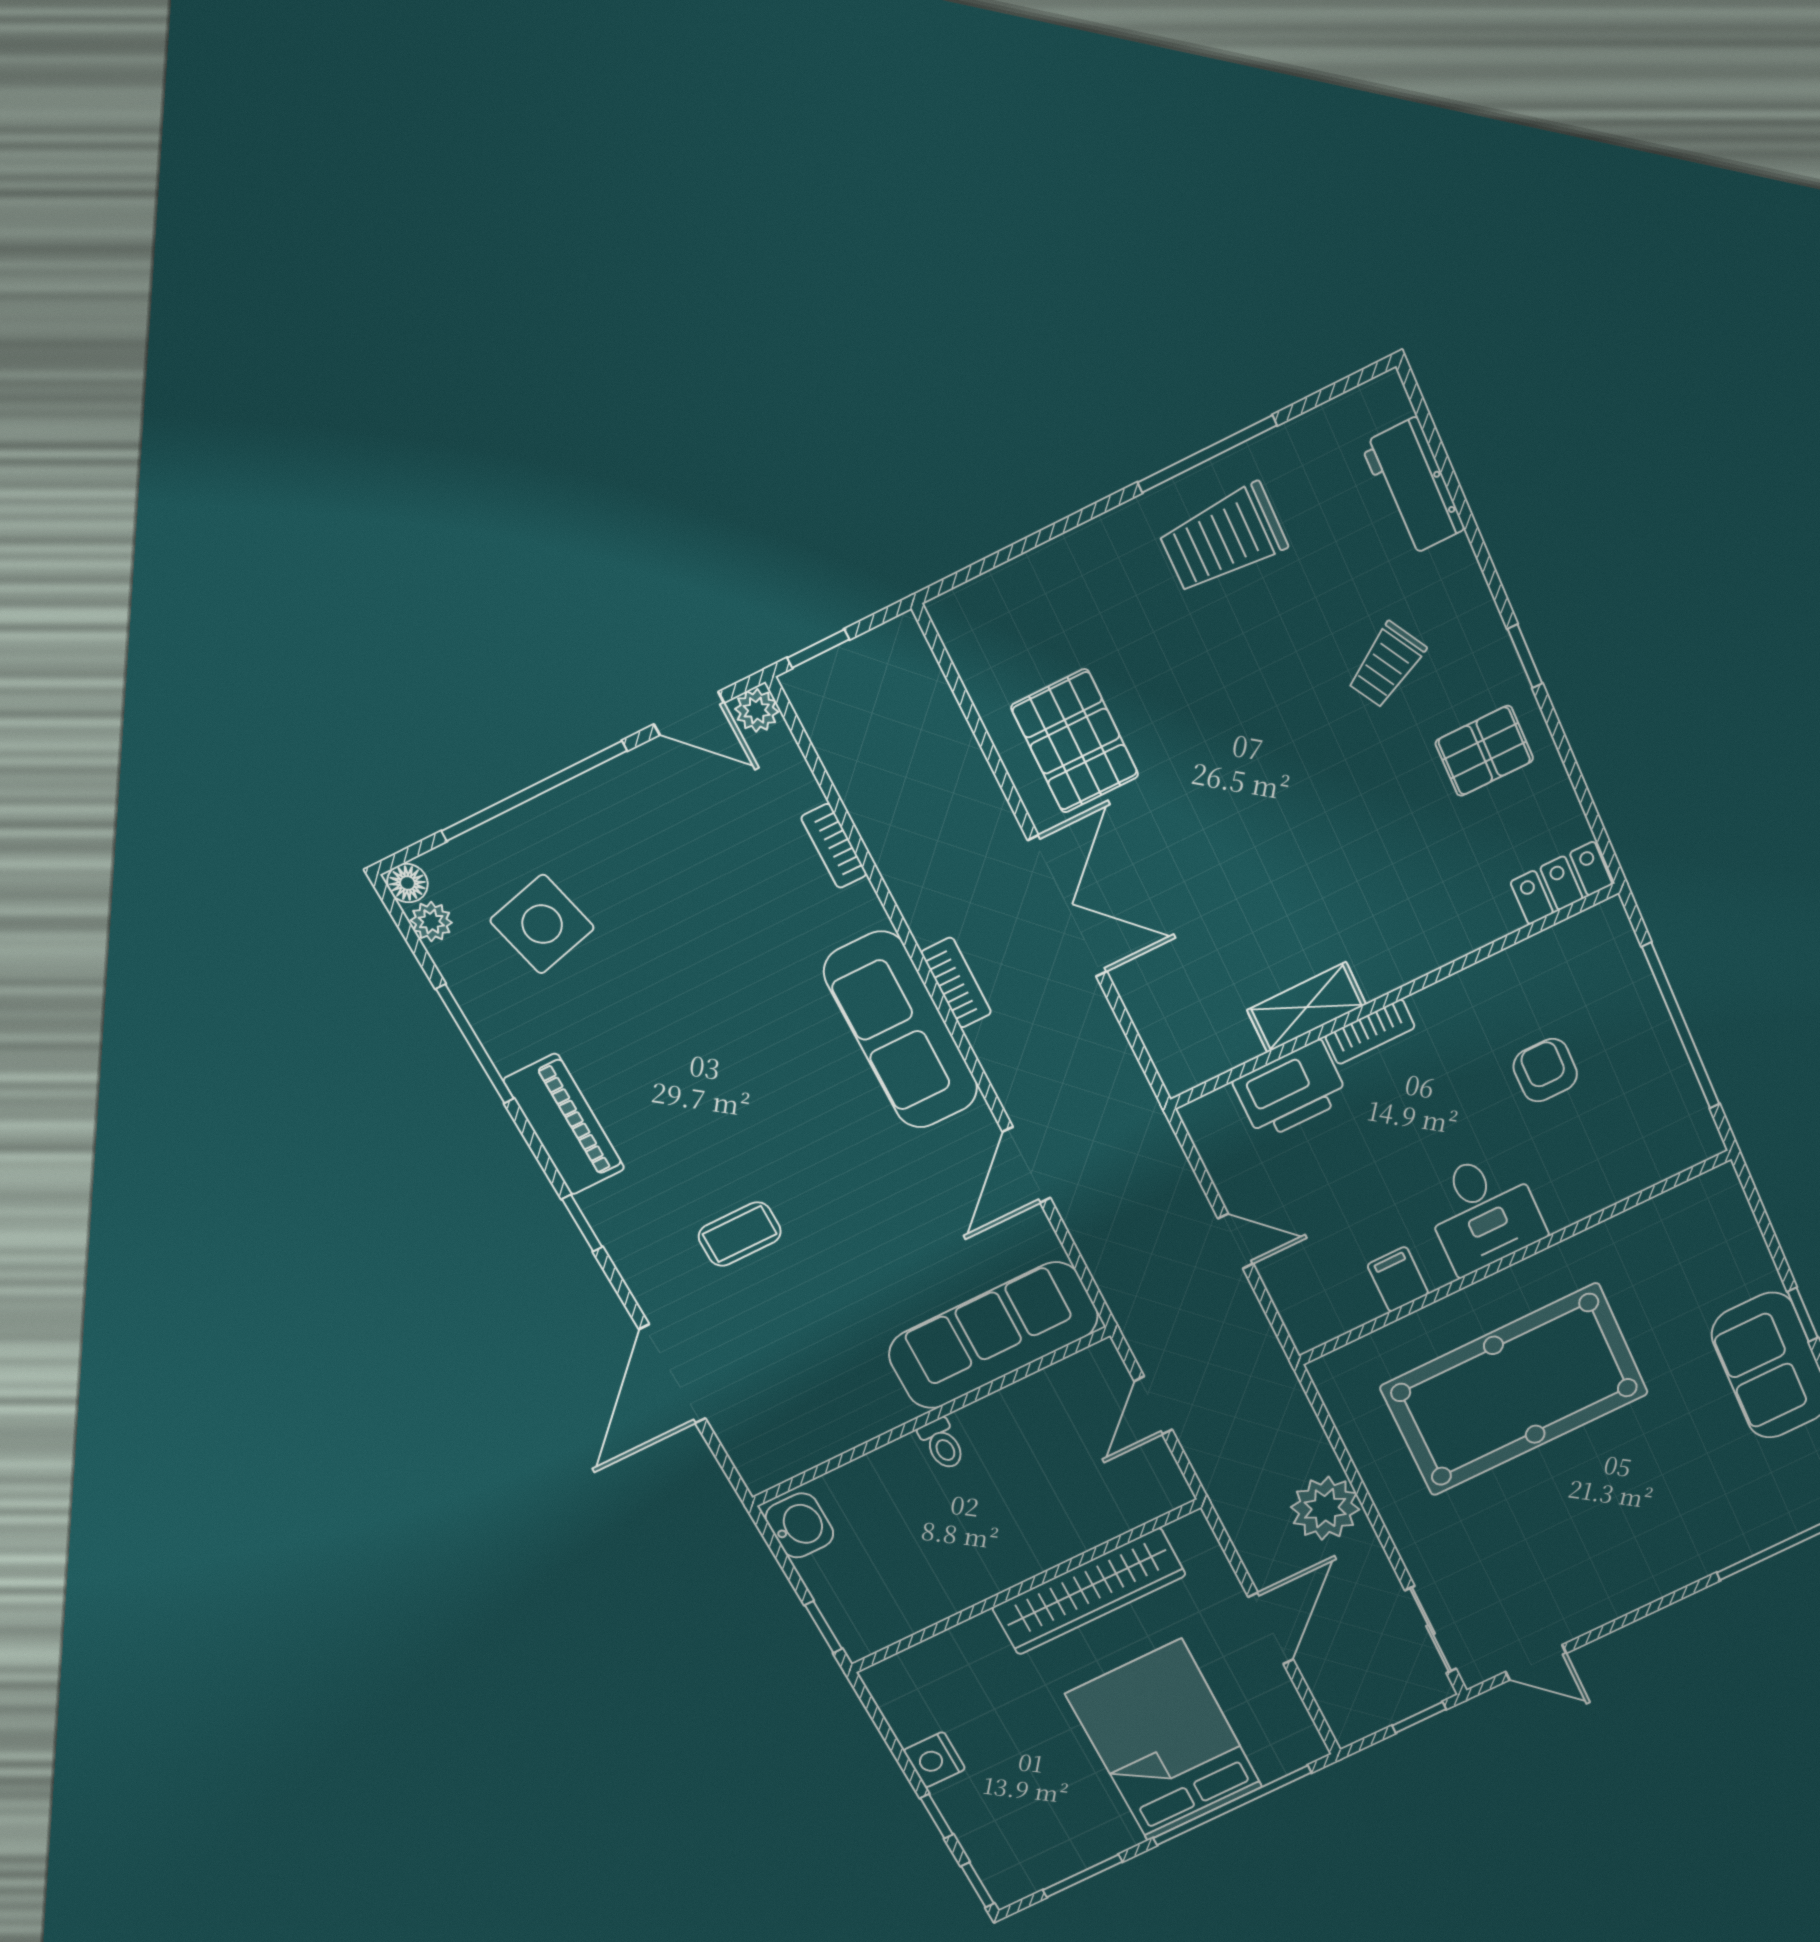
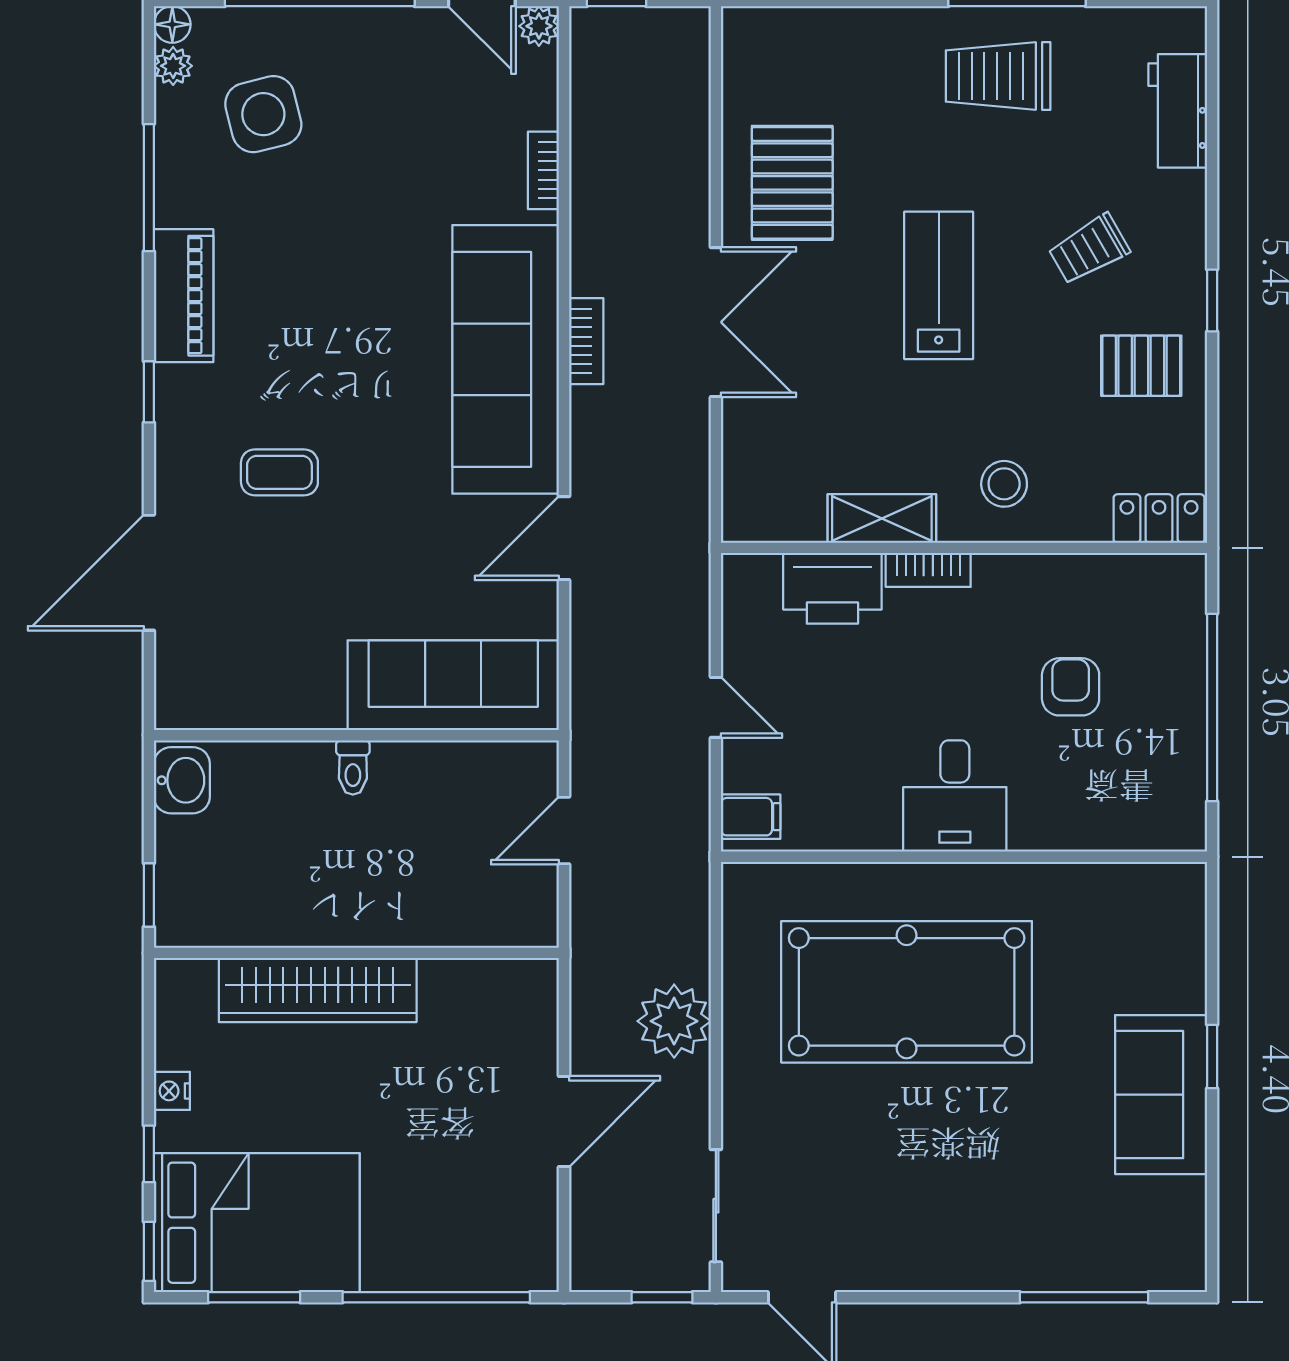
lab bench: (1260, 770) -> (939, 285), added
stool: (1404, 922) -> (1004, 484), added
sofa: (901, 1030) -> (506, 359), width x1.36, depth x1.27
filing cabinet: (1398, 1279) -> (751, 817), moved, turned 90
wardrobe: (1089, 1591) -> (318, 990), moved
bed: (1164, 1741) -> (257, 1223), moved, turned 90
nightstand: (934, 1760) -> (172, 1091), width x0.72, depth x0.74

